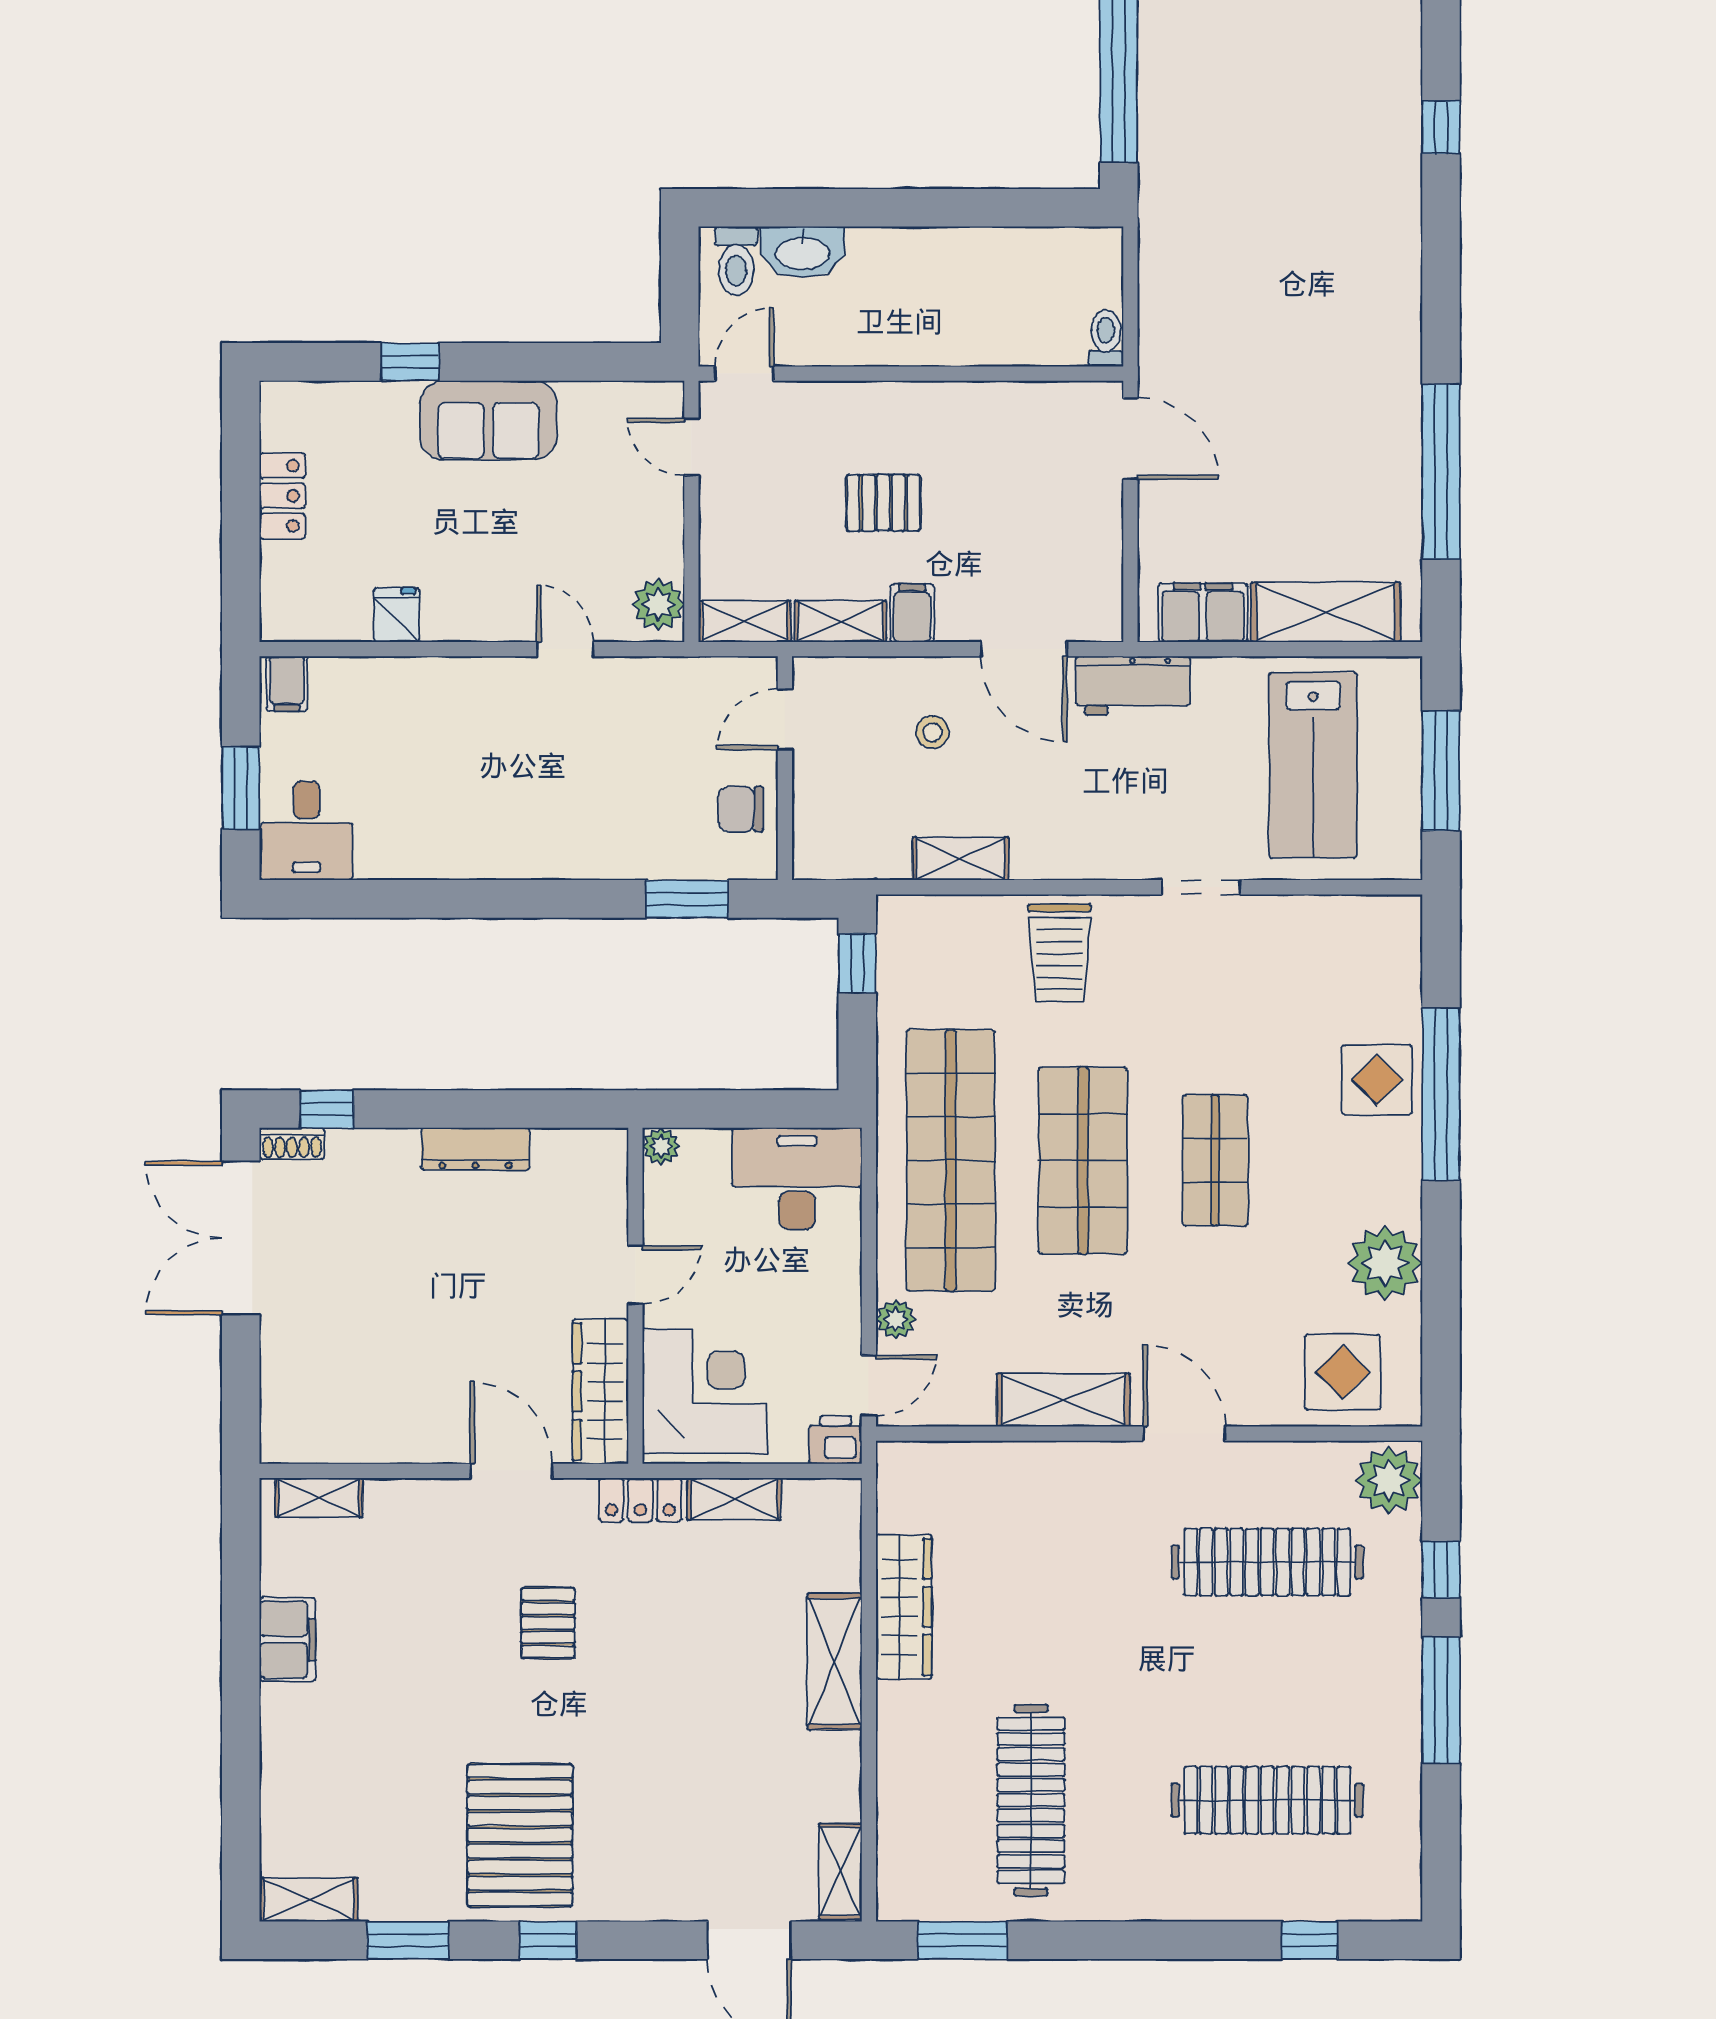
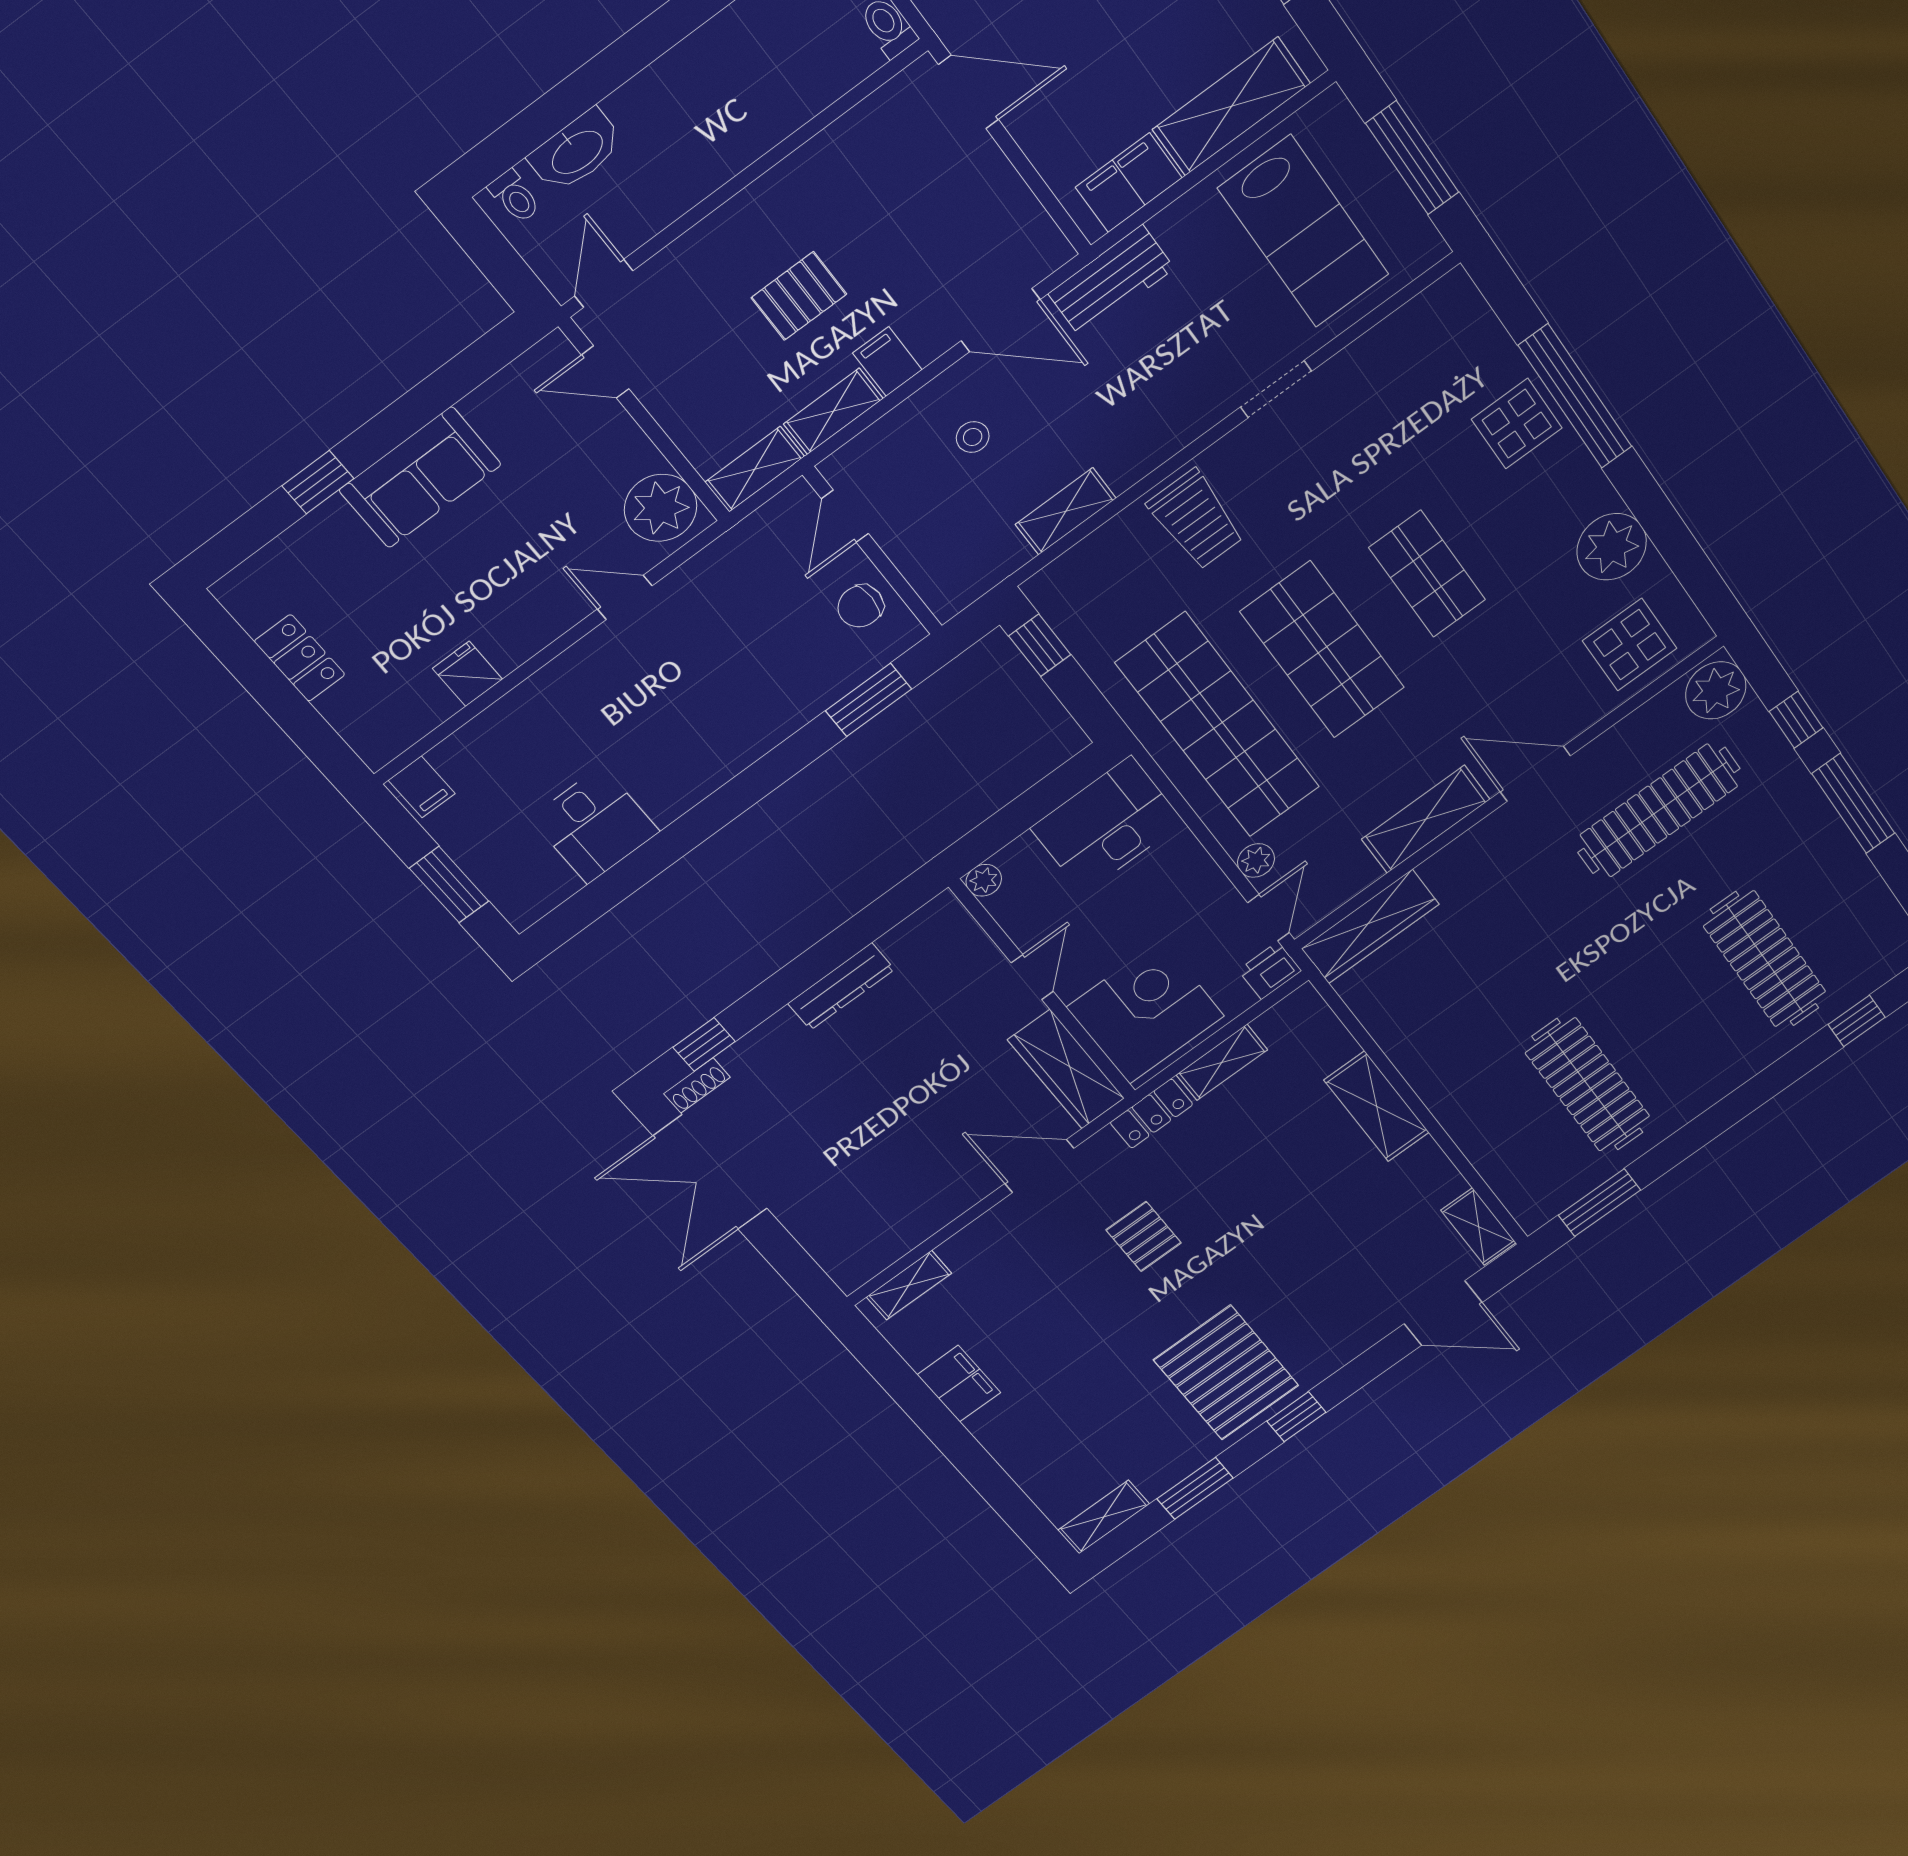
toilet: (736, 261) -> (515, 197), width x0.73, depth x0.72
plant: (658, 604) -> (661, 508), width x1.36, depth x1.36
desk: (307, 831) -> (595, 825), moved
wardrobe: (904, 1607) -> (1370, 926), moved, turned 90
clothes rail: (1267, 1800) -> (1765, 959), turned 90

